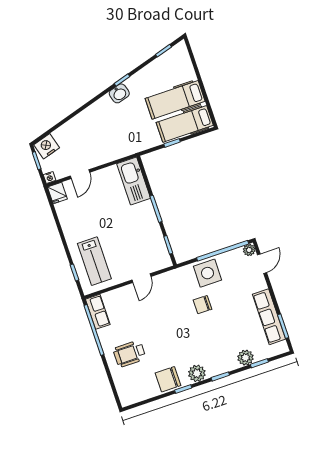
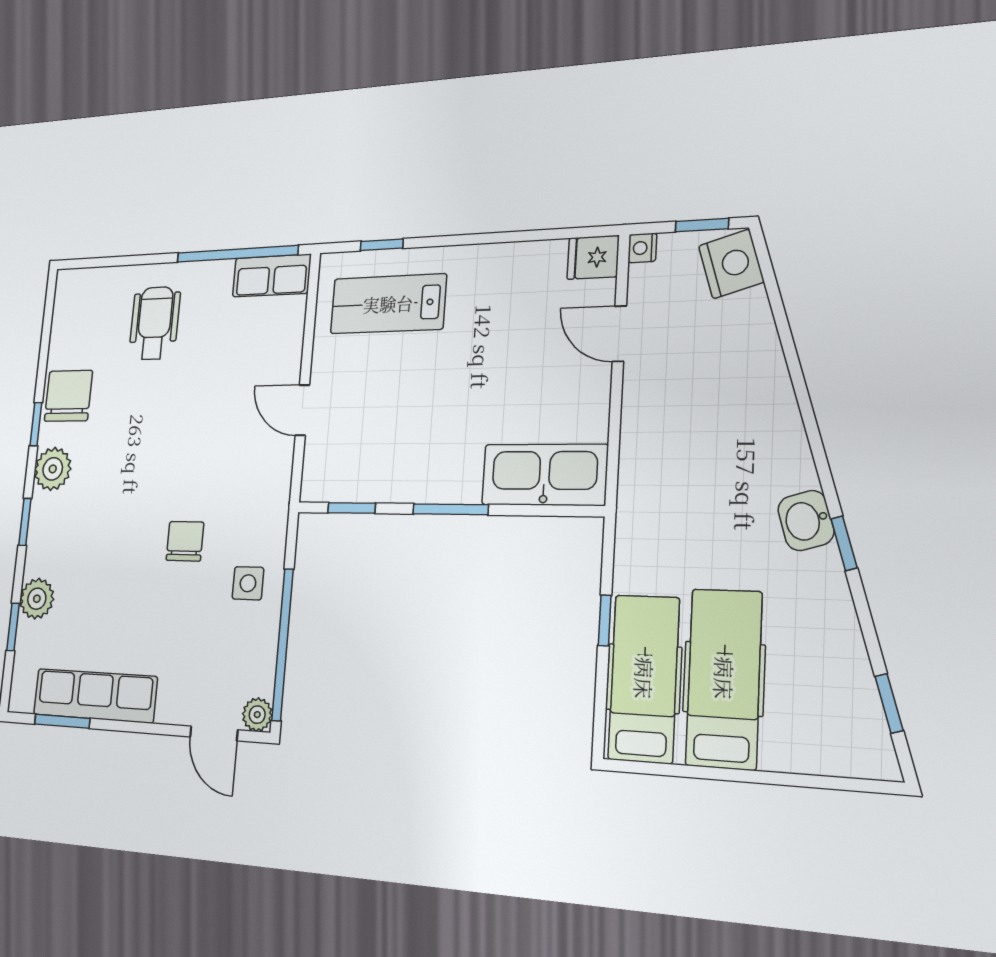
side table: (208, 273) -> (248, 583), width x0.54, depth x0.54

